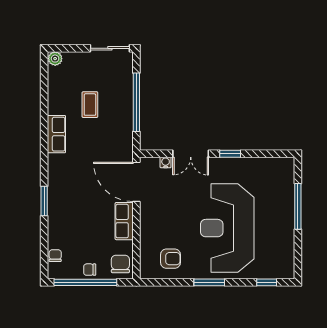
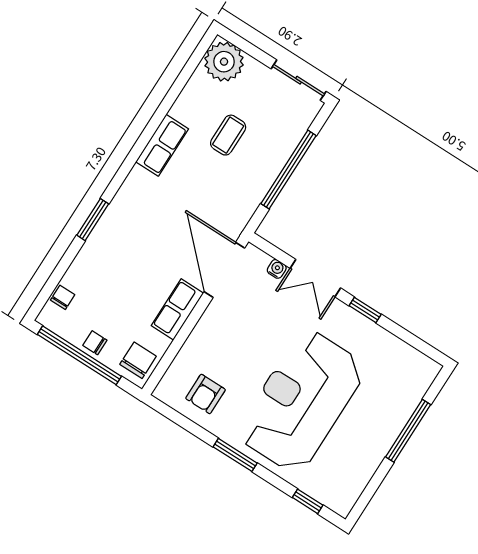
plant: (55, 59) -> (224, 62), width x1.87, depth x1.87
armchair: (171, 259) -> (205, 394), turned 90

